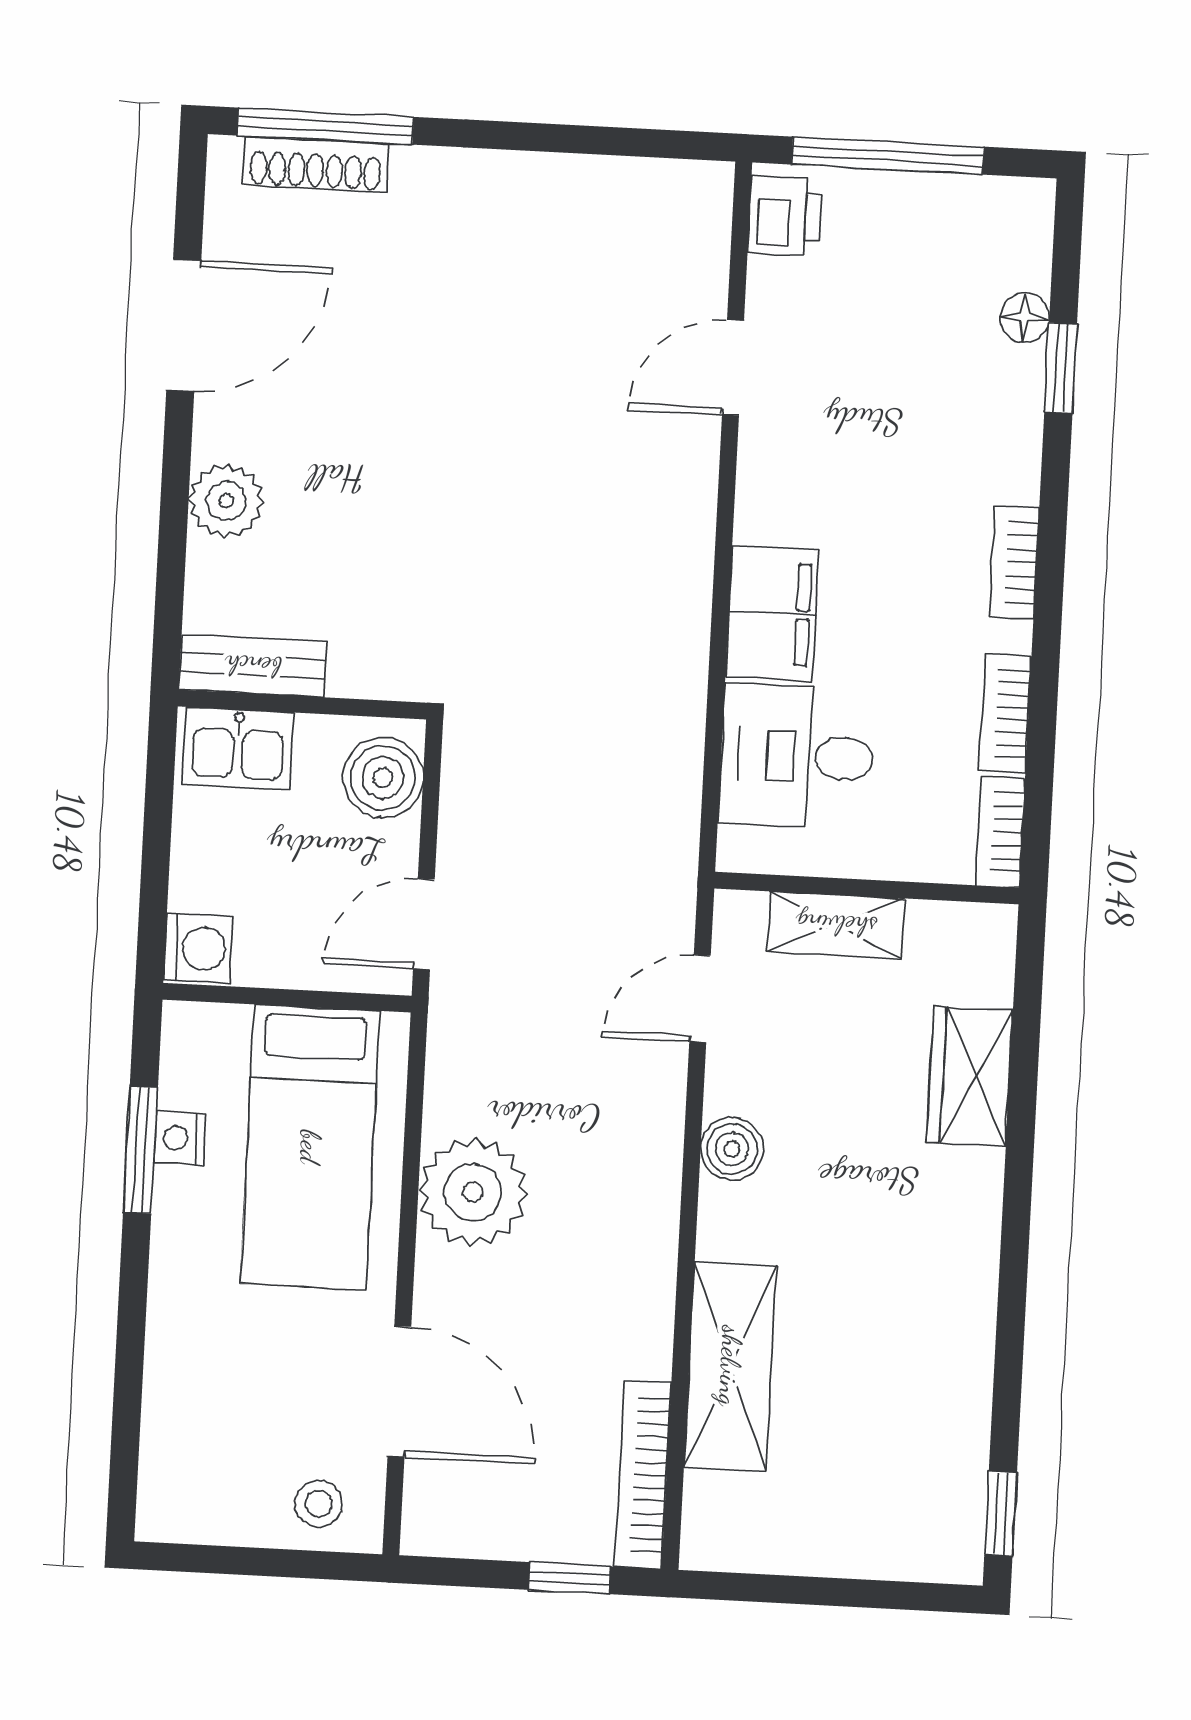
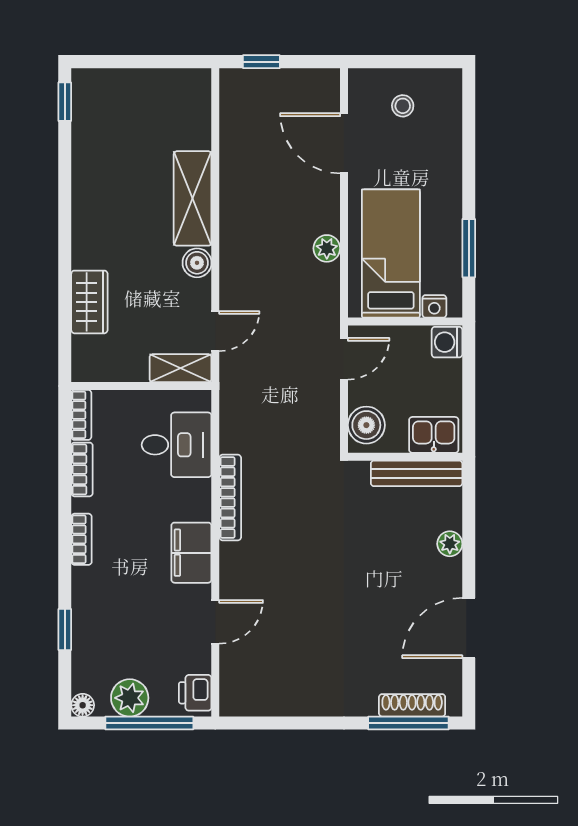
plant: (928, 212) -> (130, 698), added
floor lamp: (1024, 318) -> (83, 705), moved
plant: (226, 501) -> (450, 544), width x0.73, depth x0.73
filing cabinet: (772, 613) -> (191, 553), moved
bench: (253, 666) -> (417, 473), width x1.36
shelving: (836, 925) -> (181, 368), moved
nightstand: (180, 1138) -> (434, 306), moved, turned 90
plant: (473, 1192) -> (327, 248), width x0.53, depth x0.53
shelving: (730, 1366) -> (193, 198), moved
bookcase: (643, 1475) -> (230, 498), moved
stool: (319, 1504) -> (403, 106), moved

